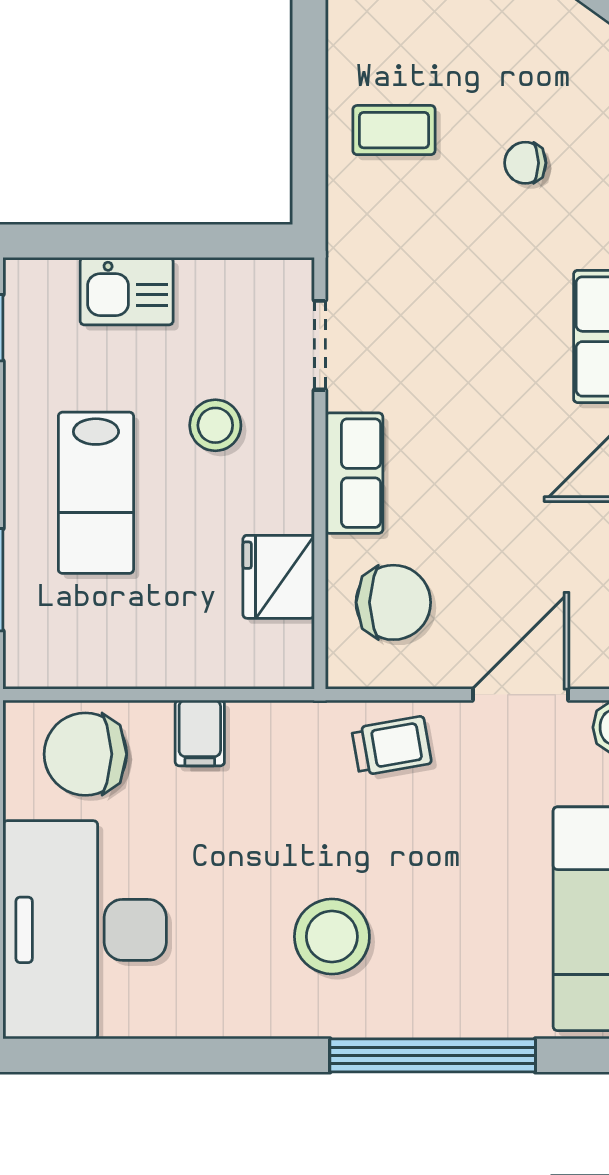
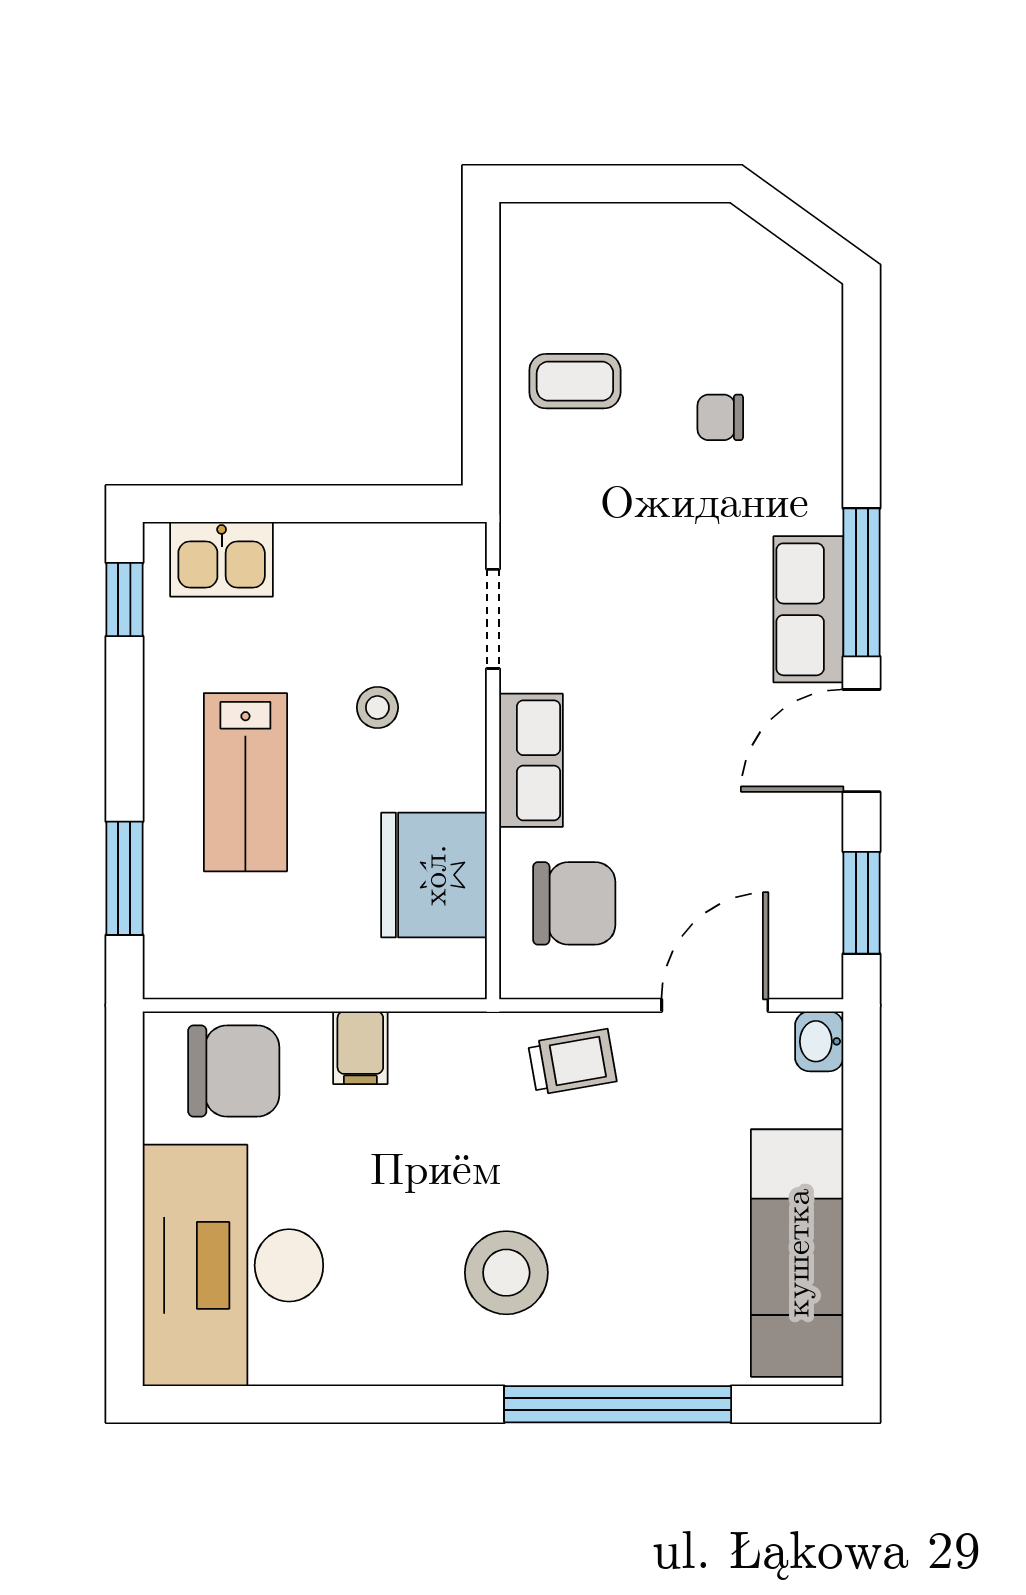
kitchen sink: (127, 291) -> (222, 559), moved
stool: (215, 425) -> (377, 707), width x0.73, depth x0.73
fridge: (279, 577) -> (434, 875), width x1.36, depth x1.34
chair: (85, 754) -> (234, 1071), turned 180

